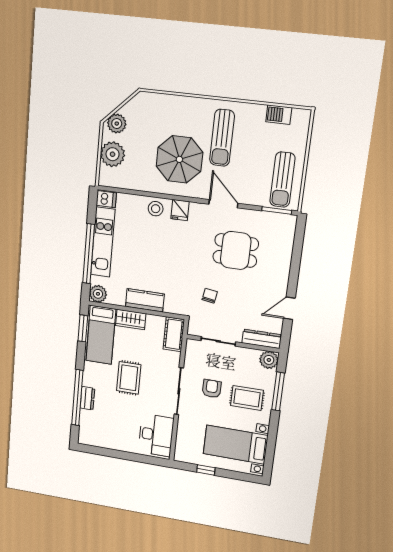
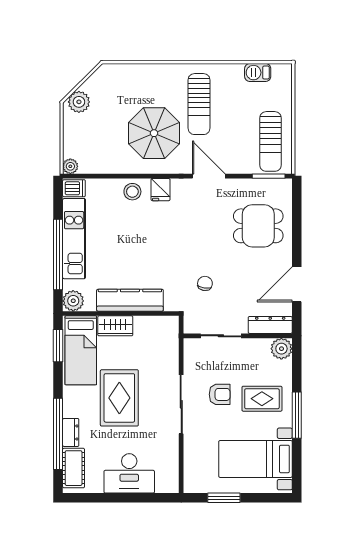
plant: (113, 154) -> (70, 166), moved, width x0.53, depth x0.53
dining table: (236, 250) -> (258, 226), moved
kitchen counter: (145, 300) -> (130, 300), width x1.50
door: (289, 308) -> (297, 284), width x1.38
cot: (174, 334) -> (74, 468), moved
rug: (129, 378) -> (119, 398), width x1.36, depth x1.43
armchair: (212, 389) -> (220, 394), turned 90
window: (278, 391) -> (297, 415), moved
desk: (156, 435) -> (129, 473), moved, turned 90
window: (206, 470) -> (224, 498), width x1.50

